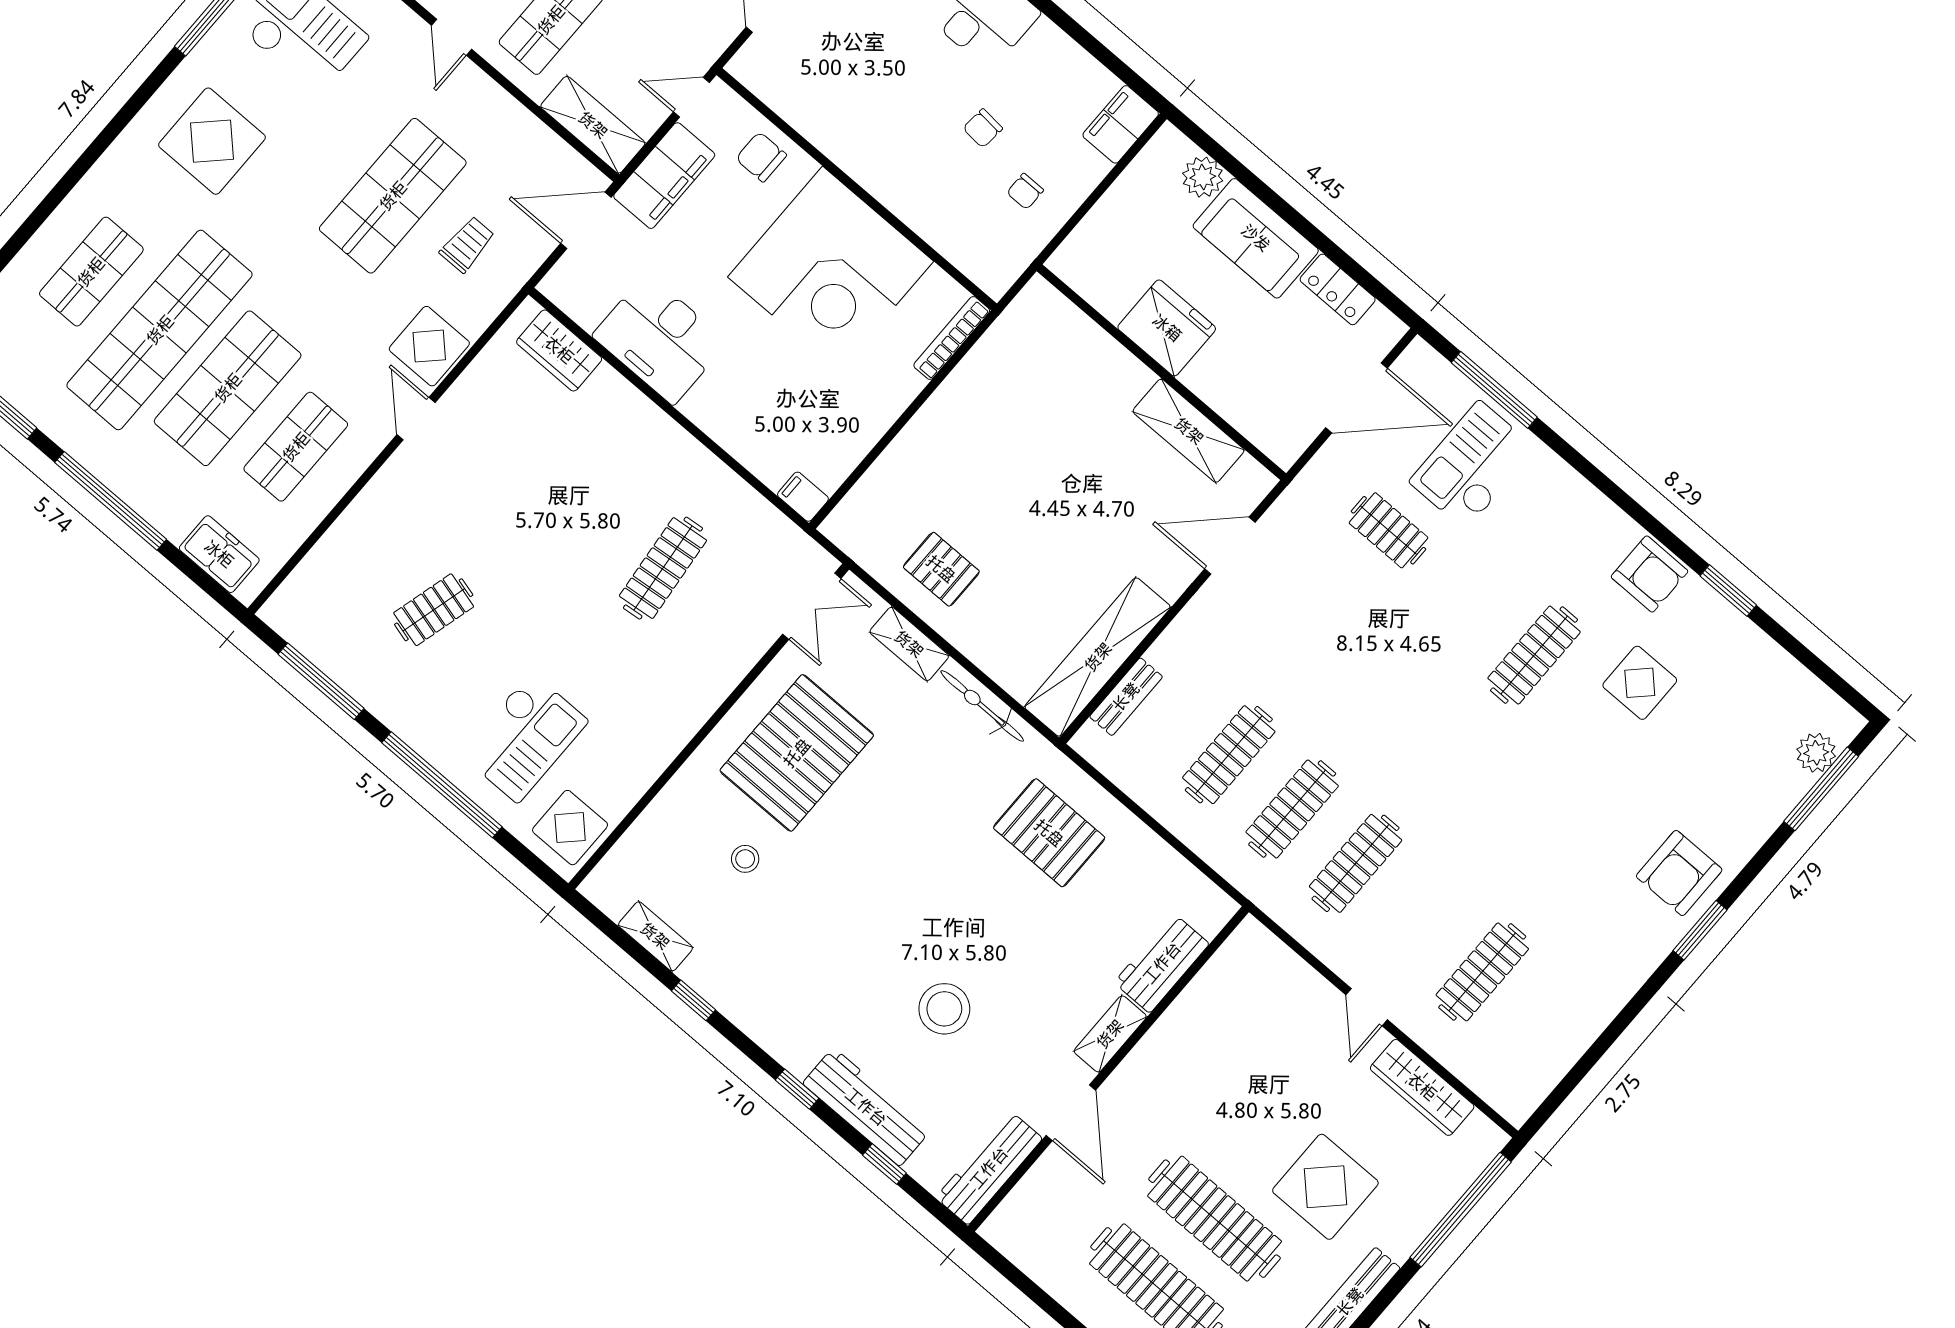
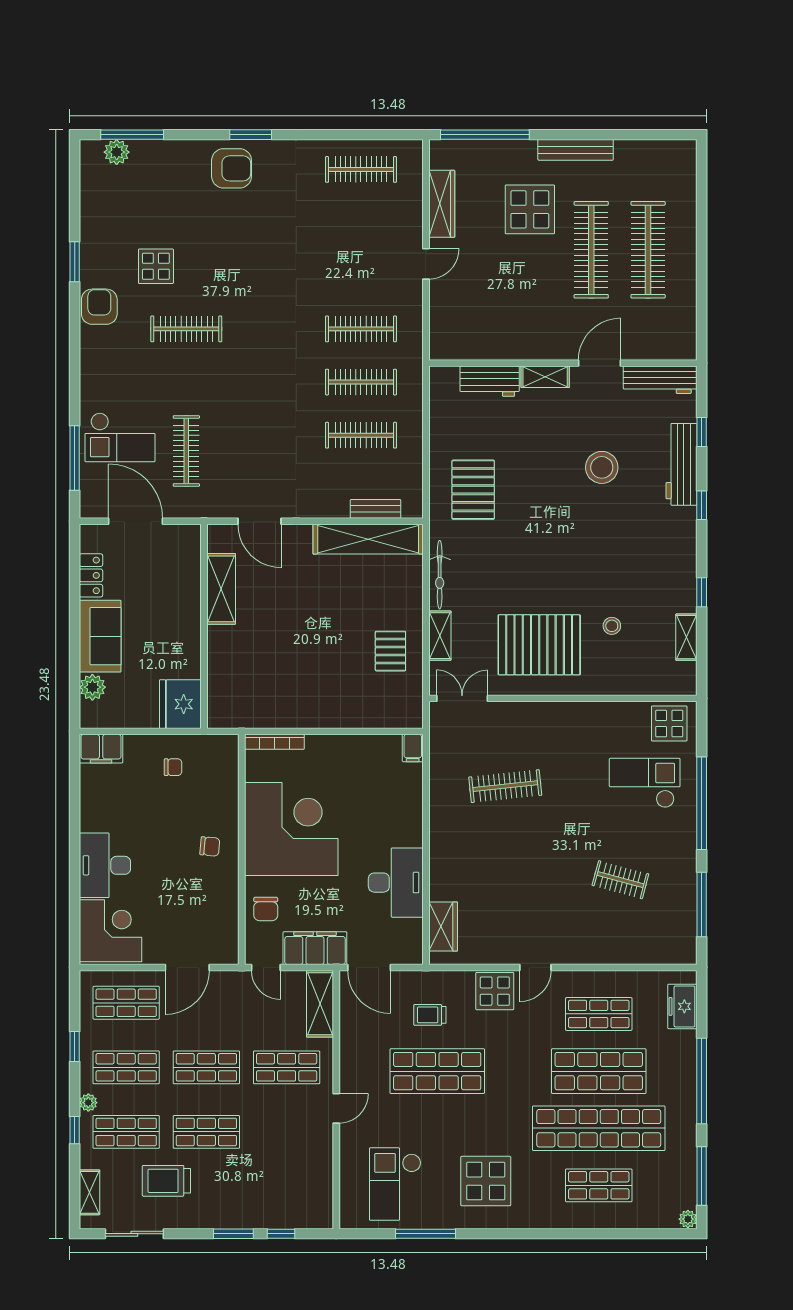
chair: (983, 128) -> (210, 846), moved
fridge: (1167, 328) -> (180, 704), moved
clothes rail: (1388, 530) -> (186, 451), width x1.36
clothes rail: (1482, 972) -> (361, 169), moved

